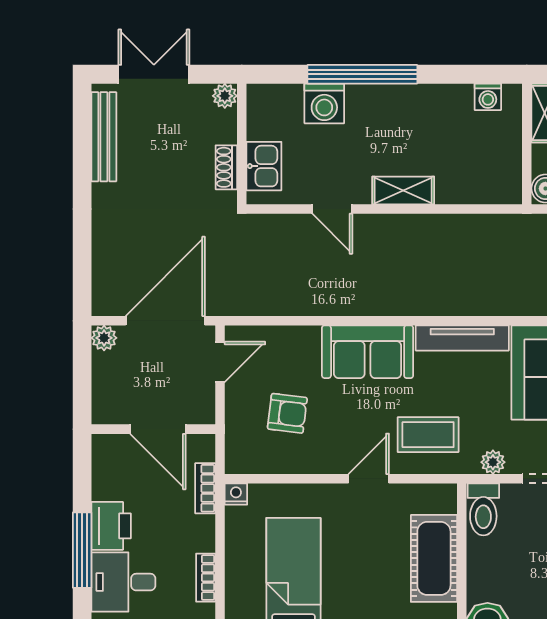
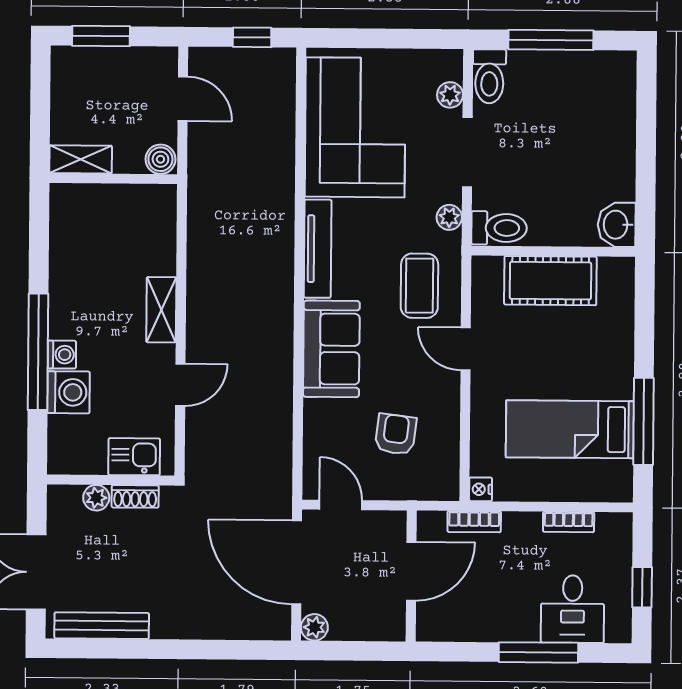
plant: (225, 96) -> (96, 498), moved
washing machine: (488, 97) -> (62, 355), moved
printer: (111, 526) -> (513, 621), removed

